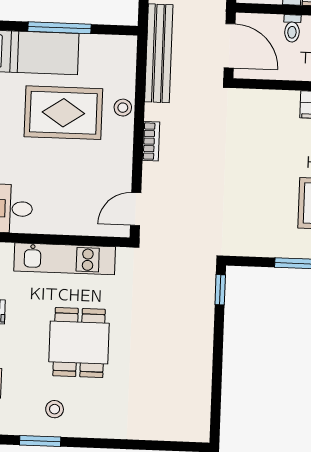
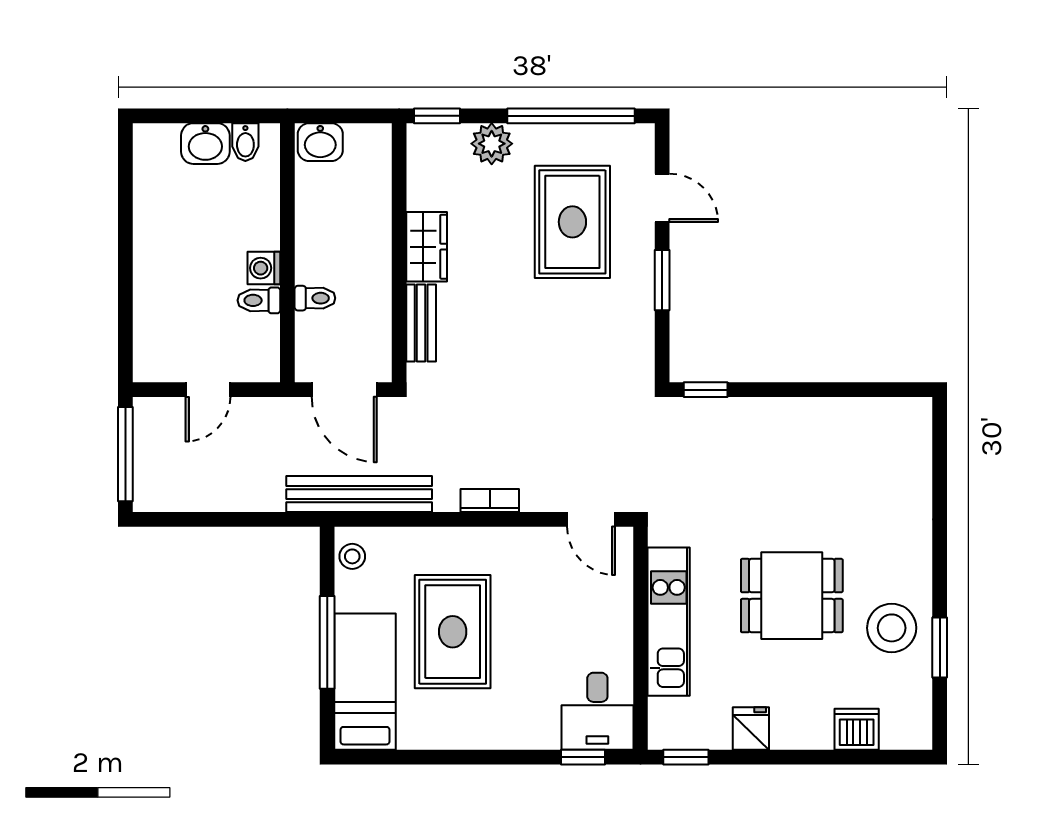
door: (230, 46) -> (344, 390), swing flipped
bench: (273, 99) -> (421, 323), added
stool: (123, 108) -> (352, 556), moved
stool: (55, 409) -> (892, 628), width x1.89, depth x1.89

